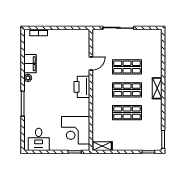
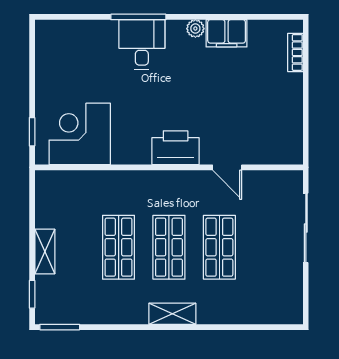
desk: (39, 139) -> (142, 44), moved, turned 90
shelving: (102, 146) -> (45, 251), moved

